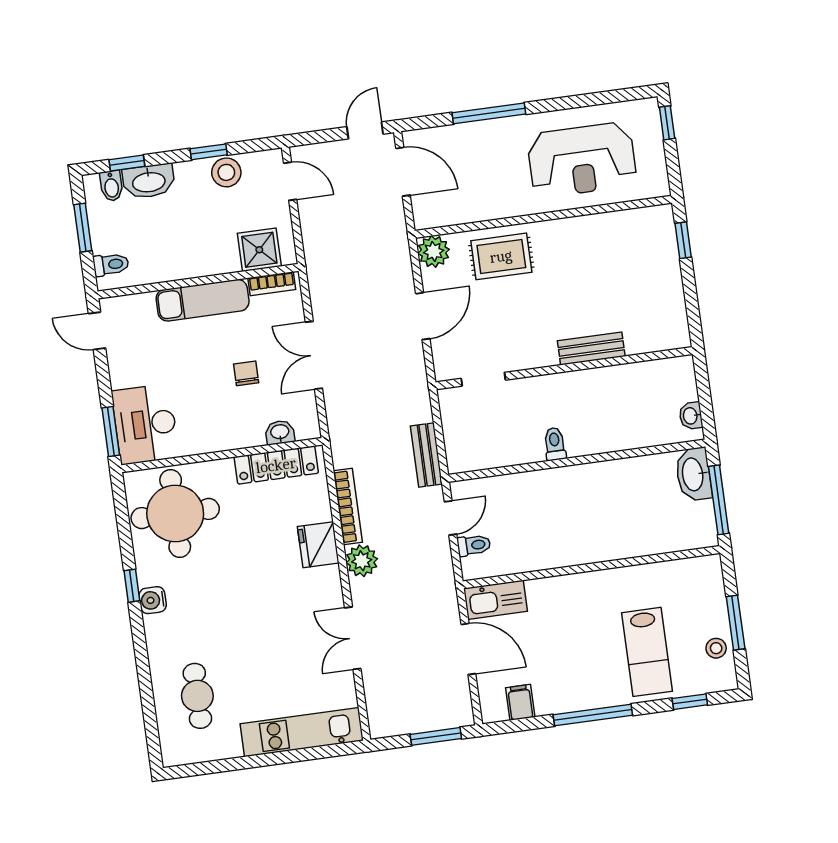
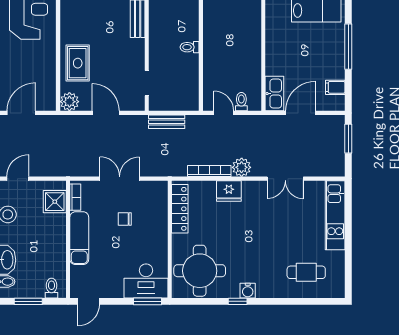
double door: (314, 355) -> (120, 179), swing flipped
washbasin: (280, 432) -> (161, 204), removed
bench: (426, 455) -> (167, 122), moved

